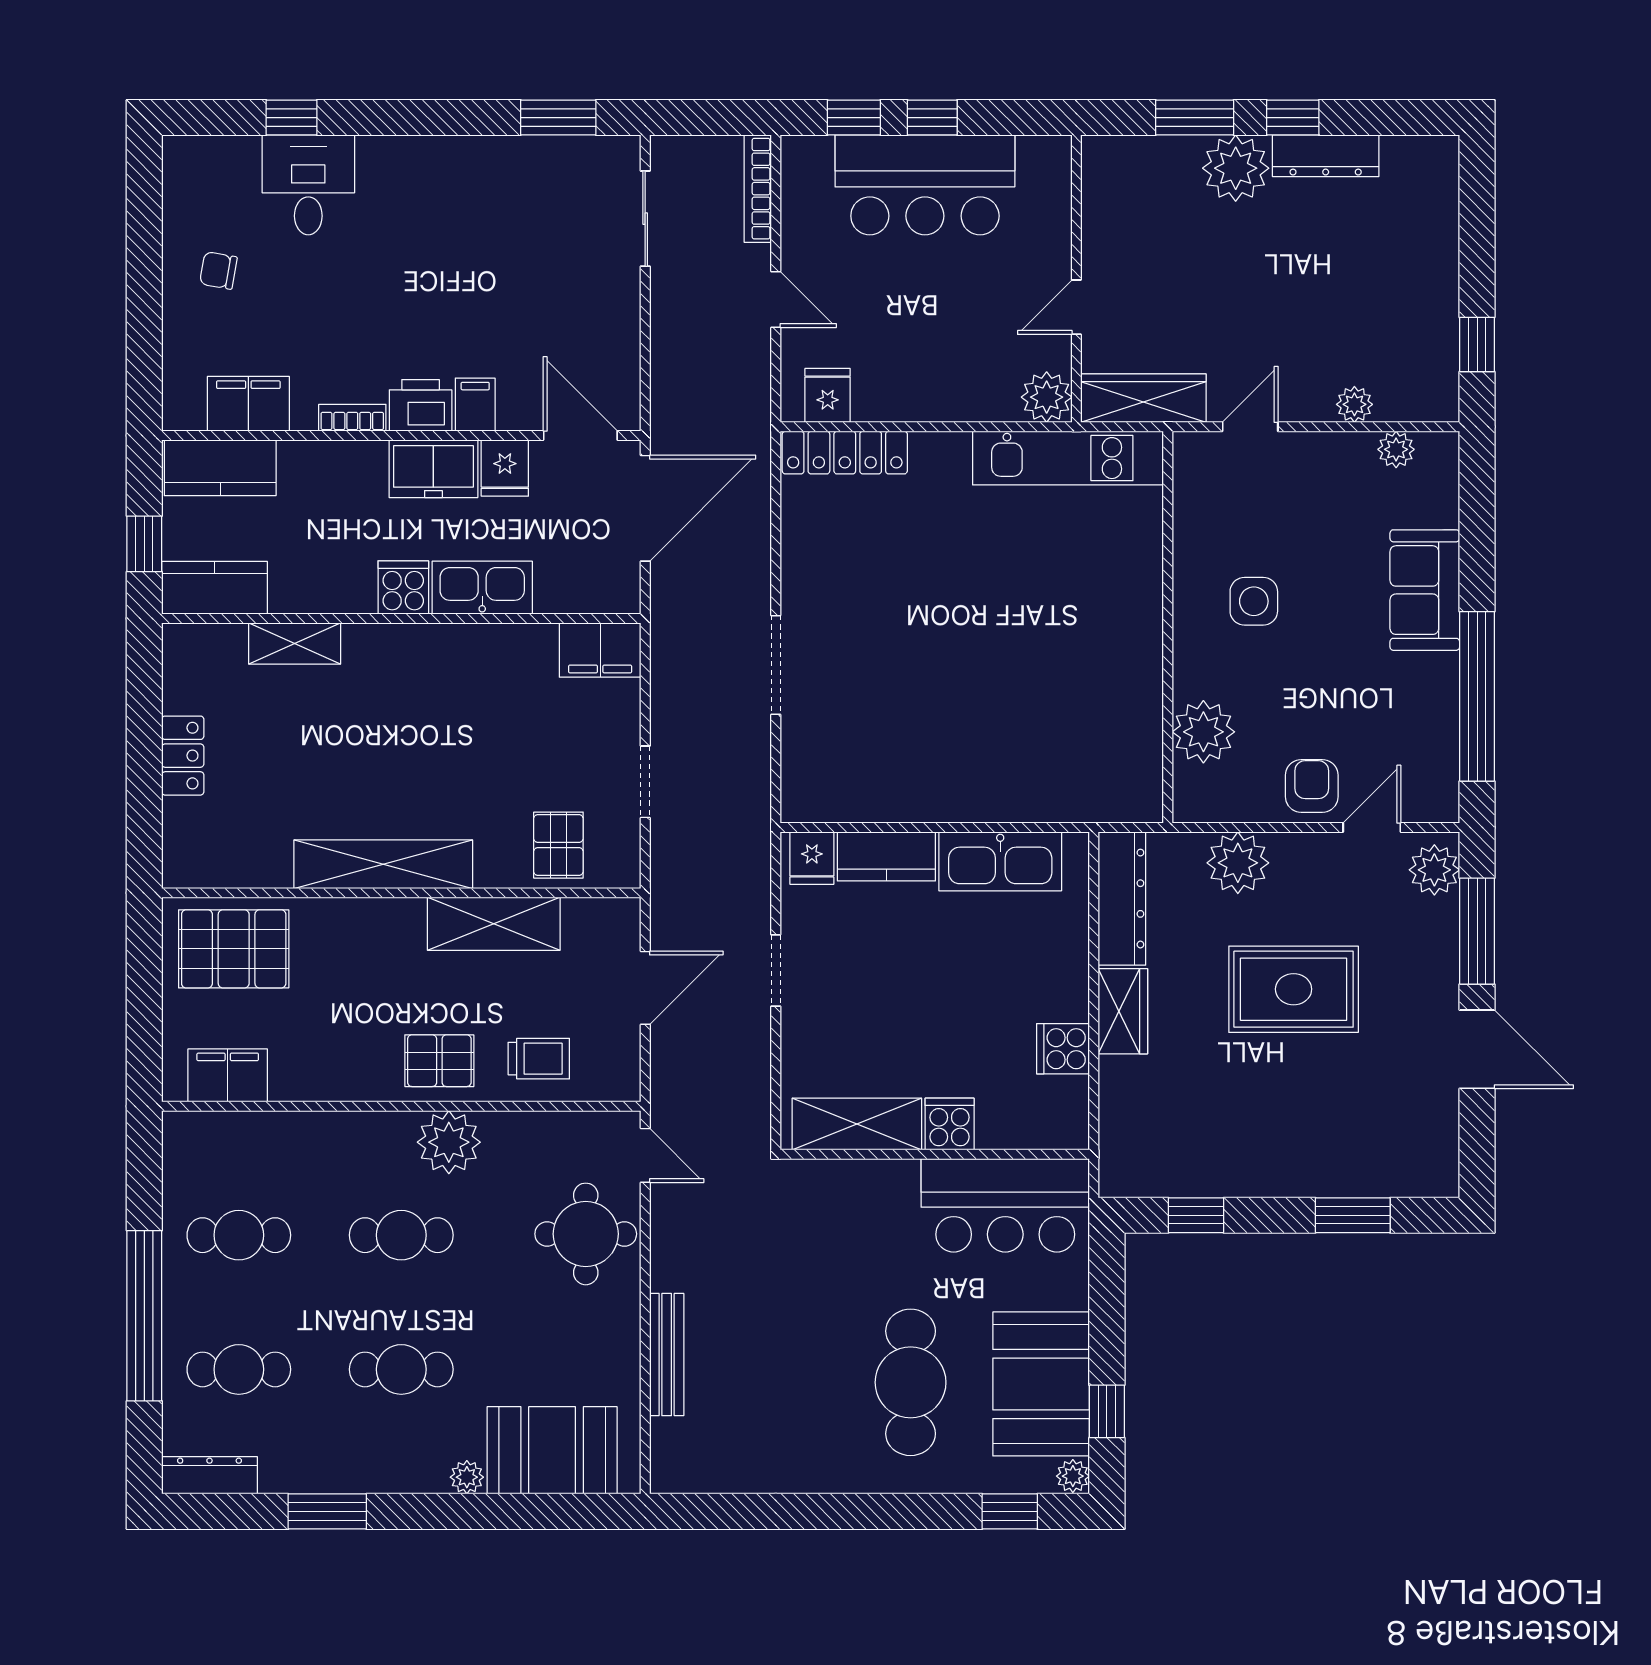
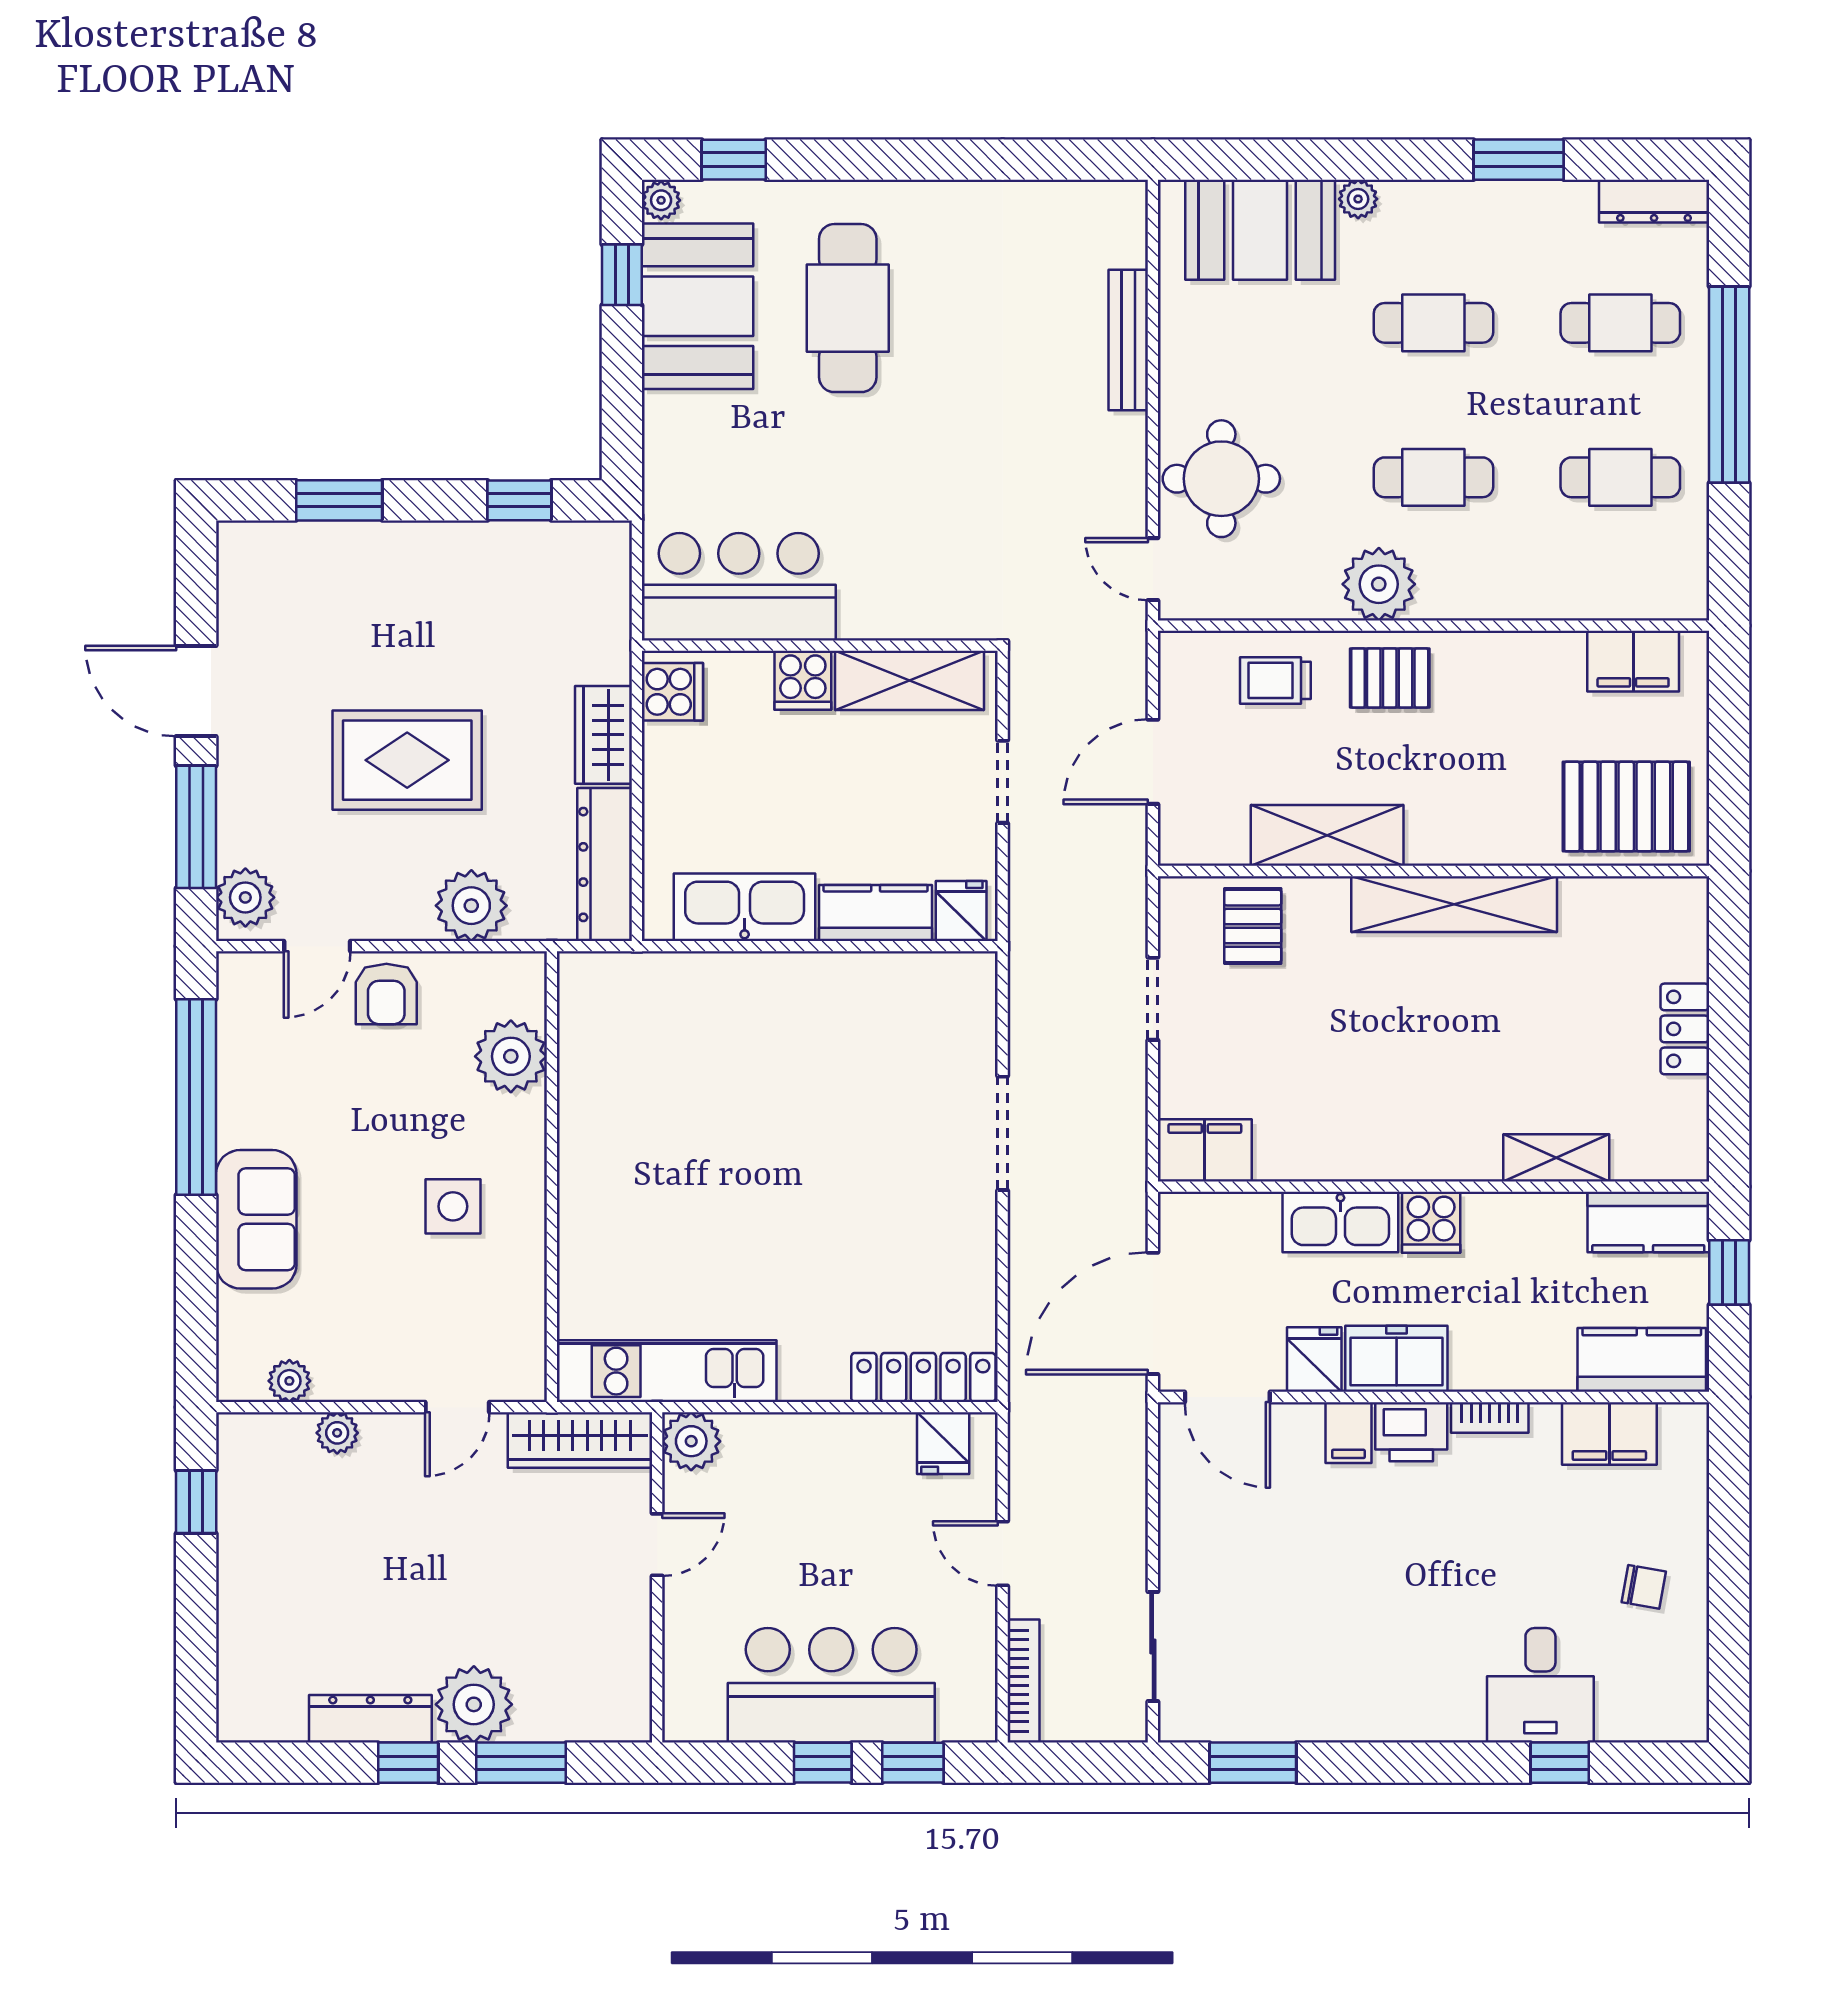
shelving: (857, 1124) -> (909, 680), moved
cooker: (950, 1124) -> (803, 680), moved
wall: (935, 1154) -> (820, 646), moved
bar counter: (1005, 1205) -> (739, 587), moved

